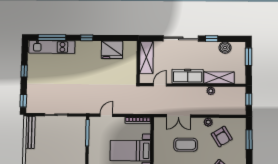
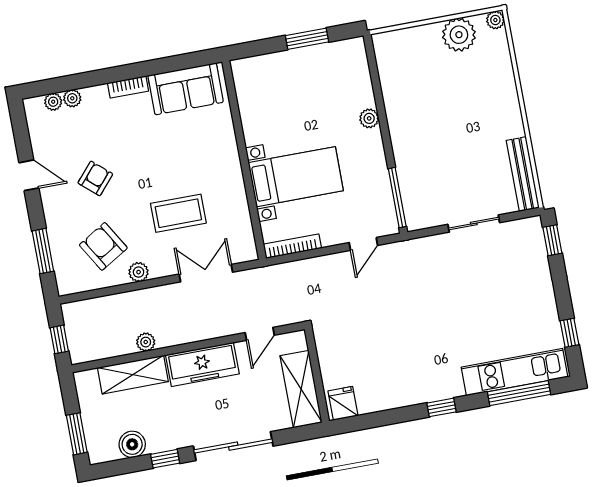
fridge: (112, 50) -> (343, 403), moved, width x0.53, depth x0.75
window: (24, 71) -> (570, 333), moved

